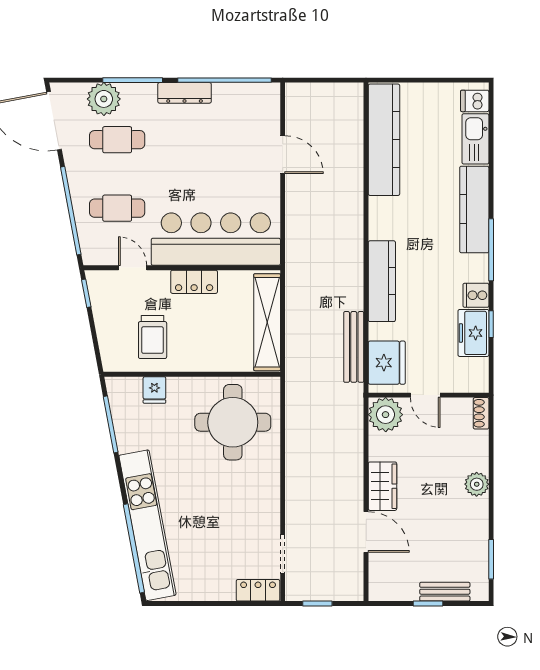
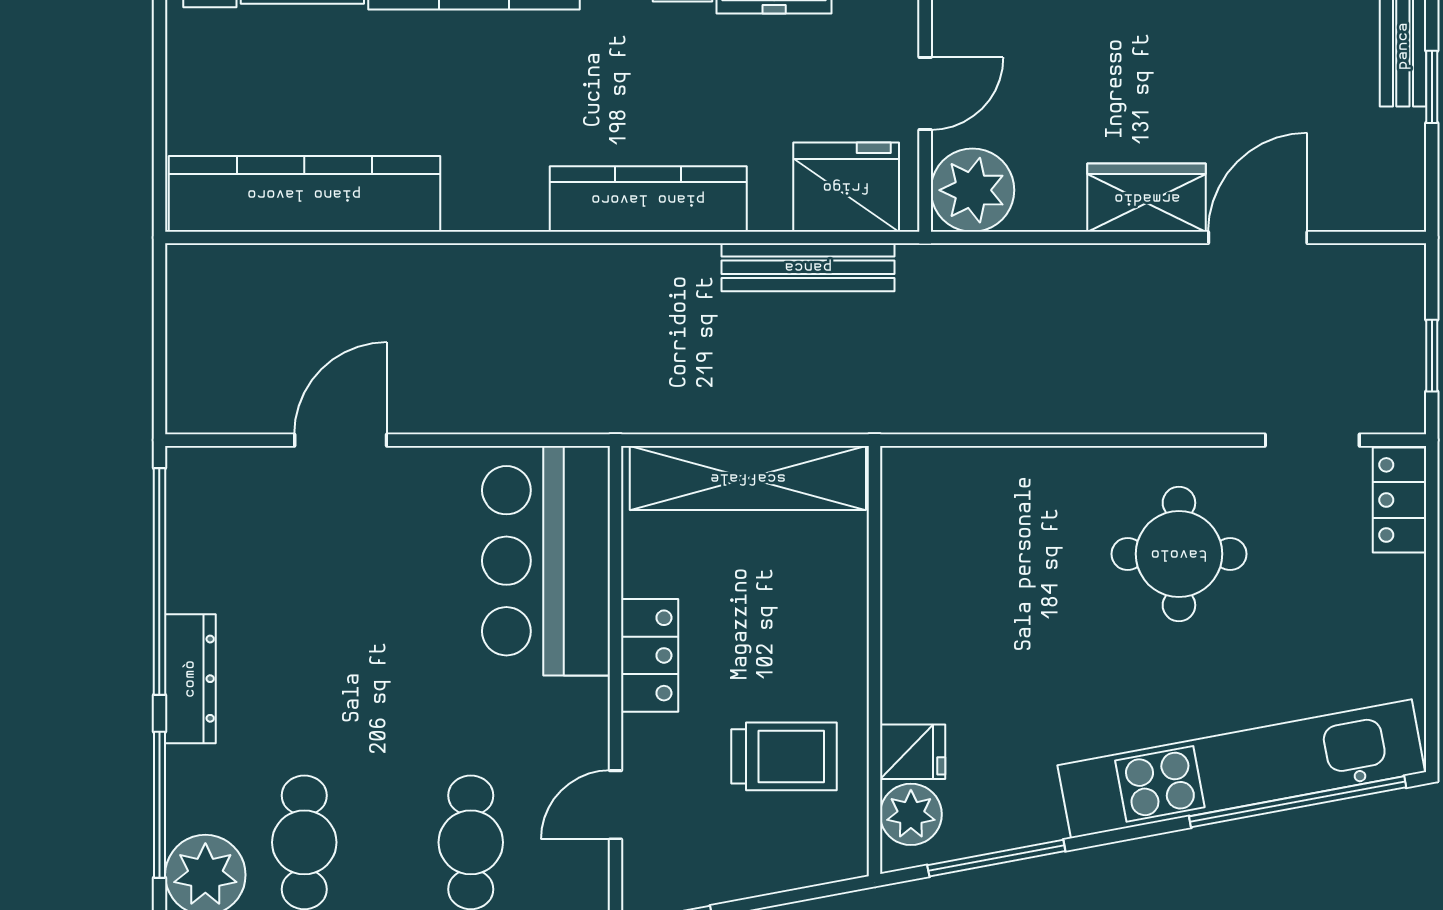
bar counter: (216, 239) -> (546, 561), width x0.73
plant: (129, 389) -> (911, 814), added
round table: (233, 422) -> (1179, 554), moved, width x0.73, depth x0.73

